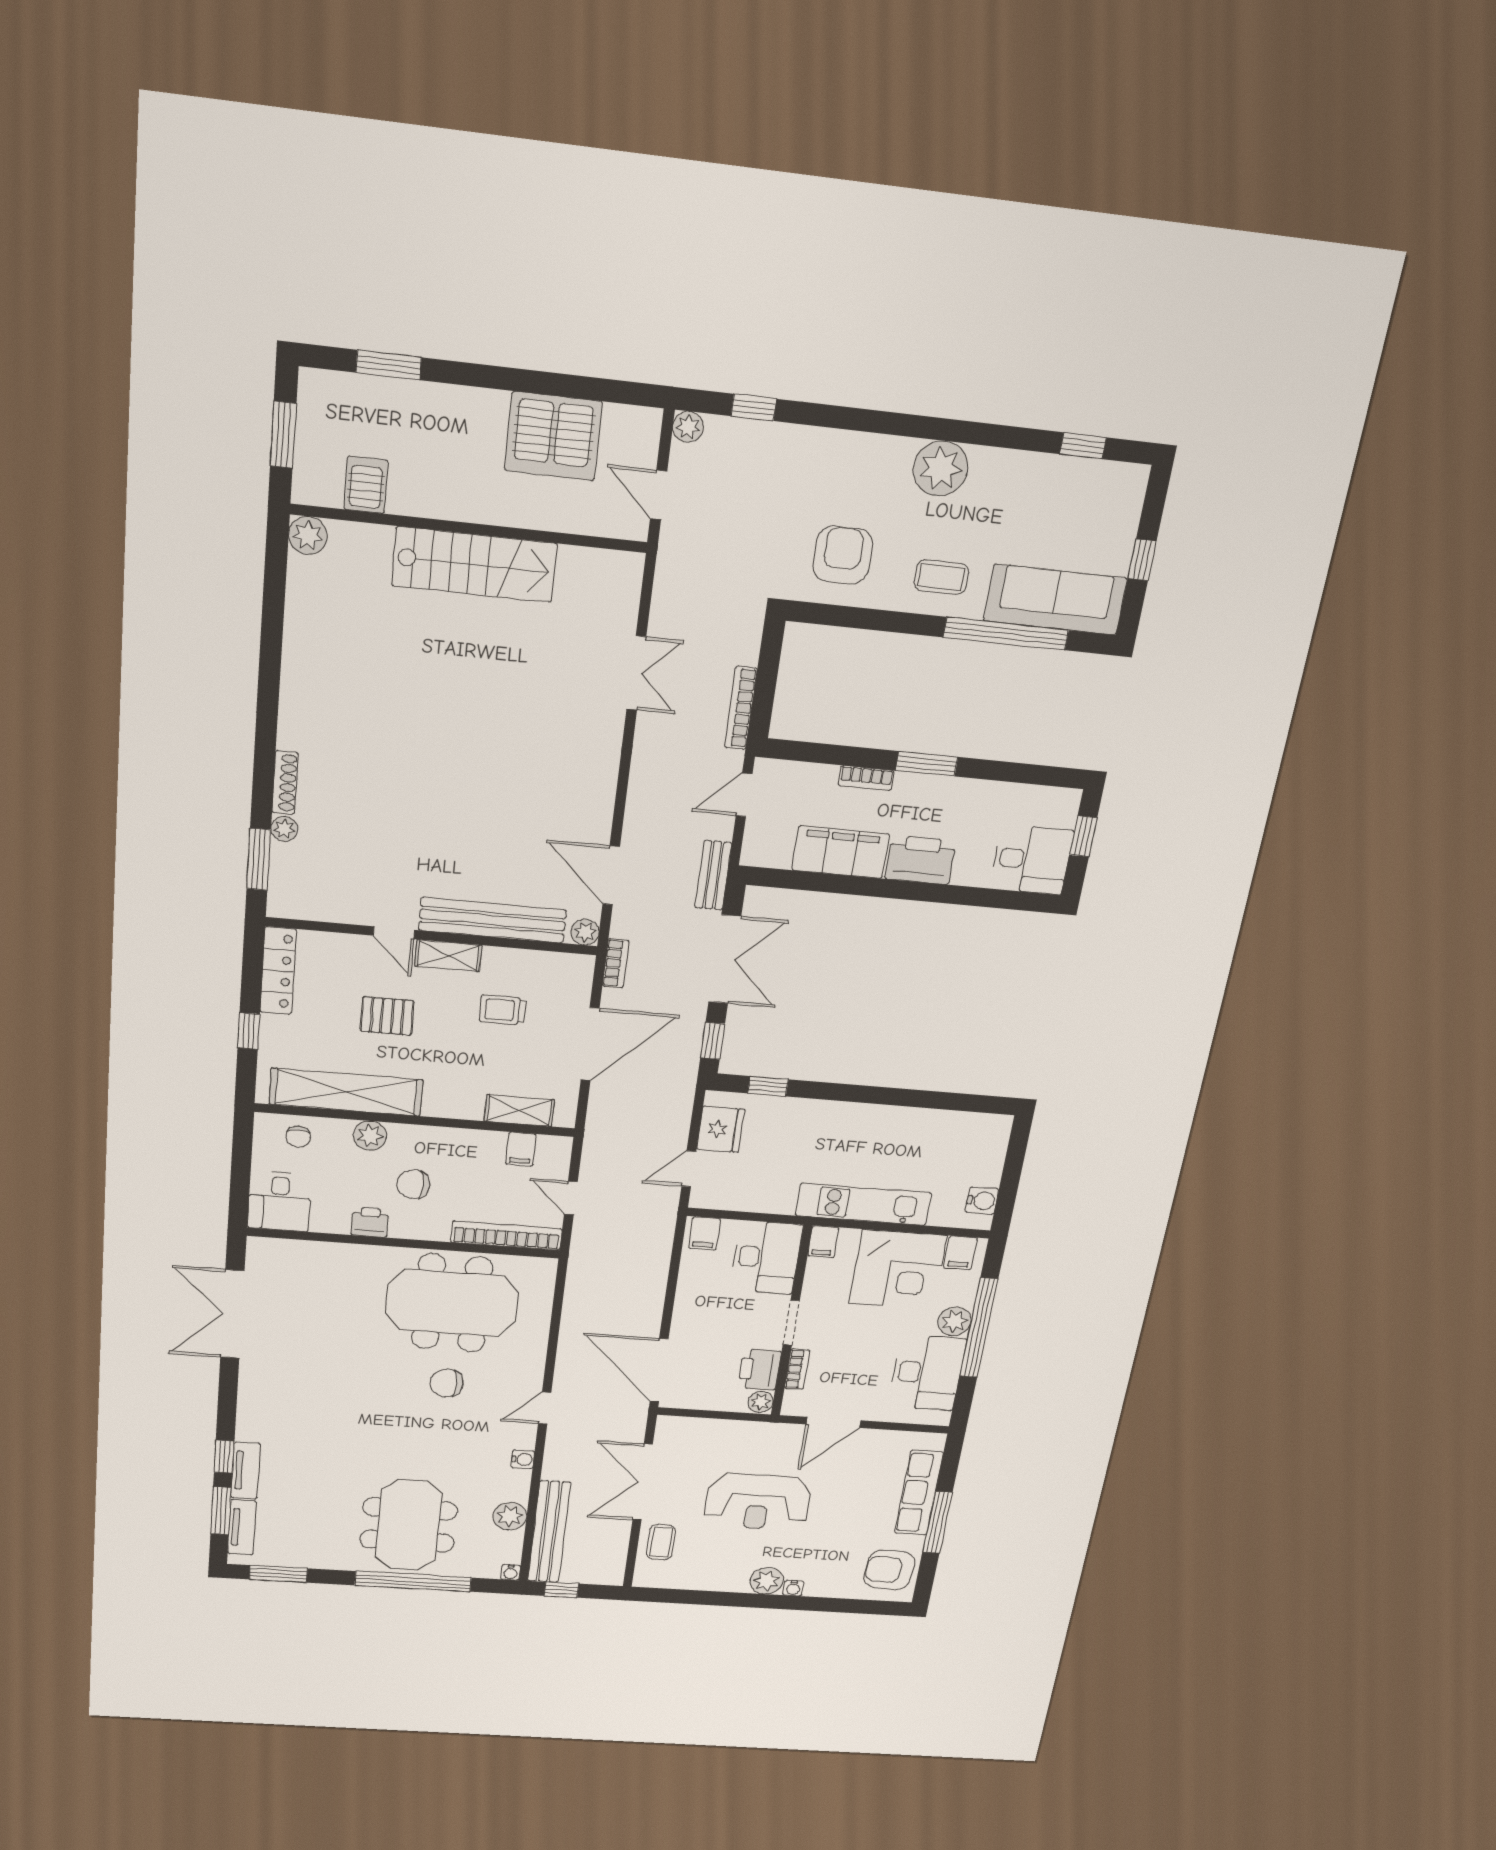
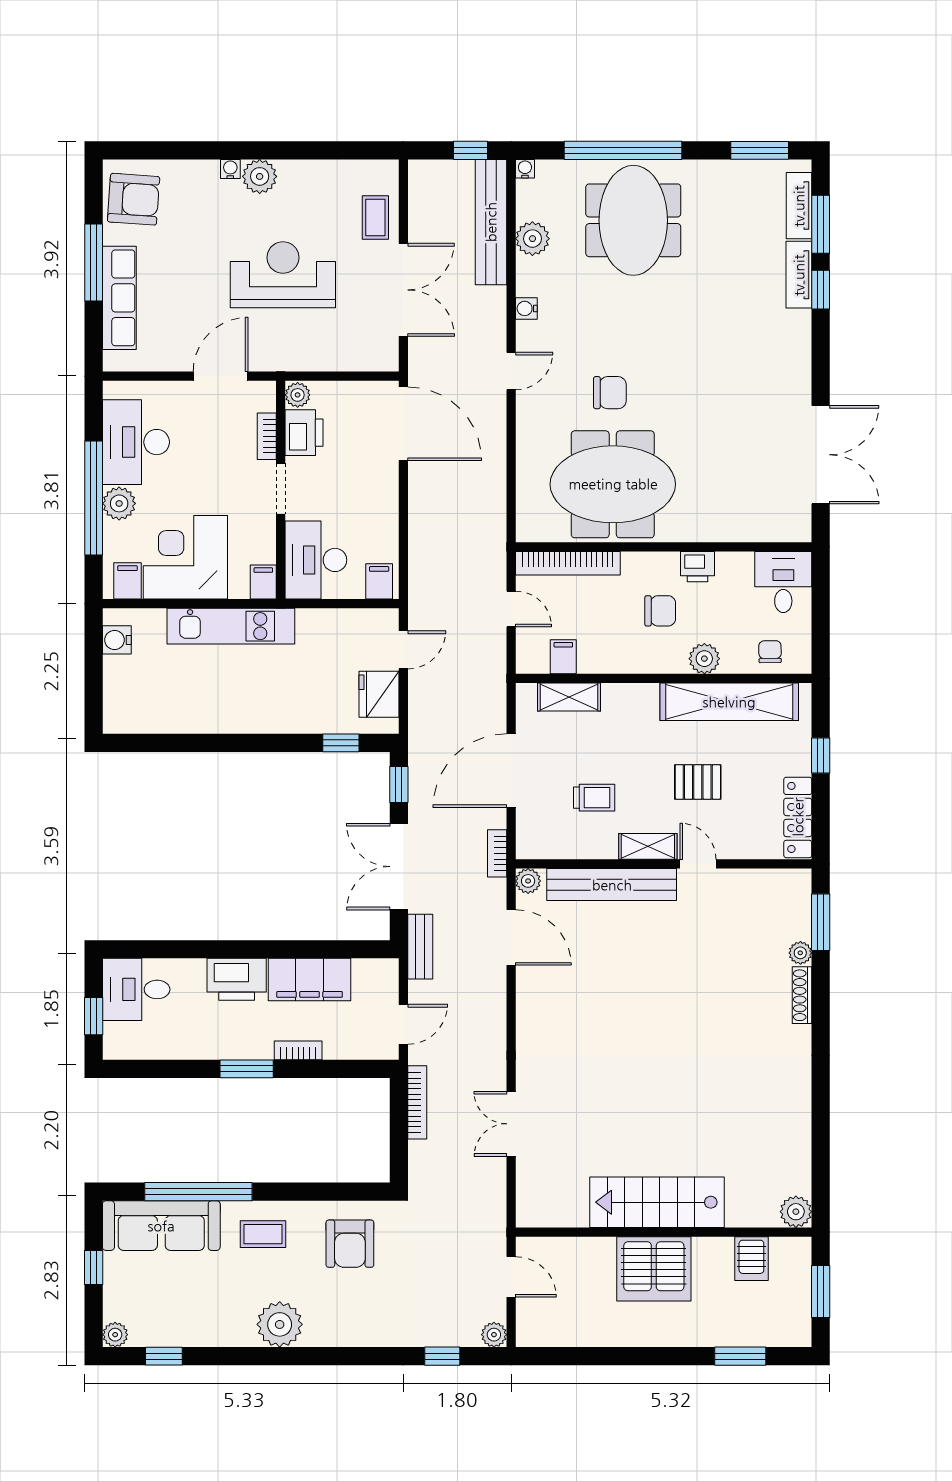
server rack: (553, 436) -> (654, 1269), moved, turned 180
plant: (1134, 478) -> (115, 1335), added

